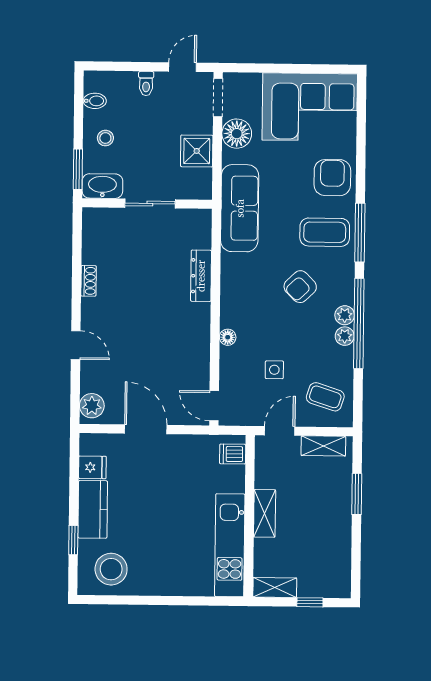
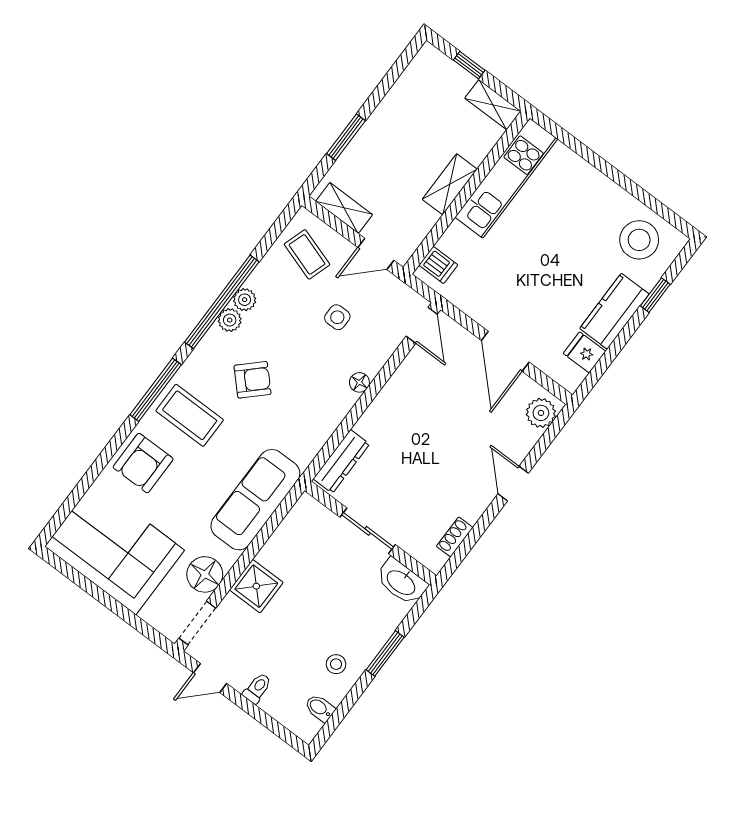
washbasin: (102, 186) -> (402, 582), moved
wall: (147, 204) -> (371, 533), moved
sliding door: (150, 204) -> (368, 531), moved

